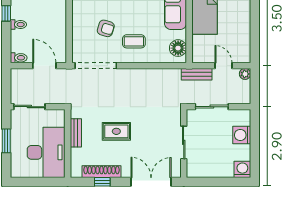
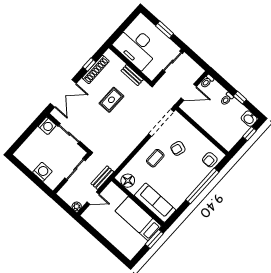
washing machine: (242, 169) -> (47, 126), moved

